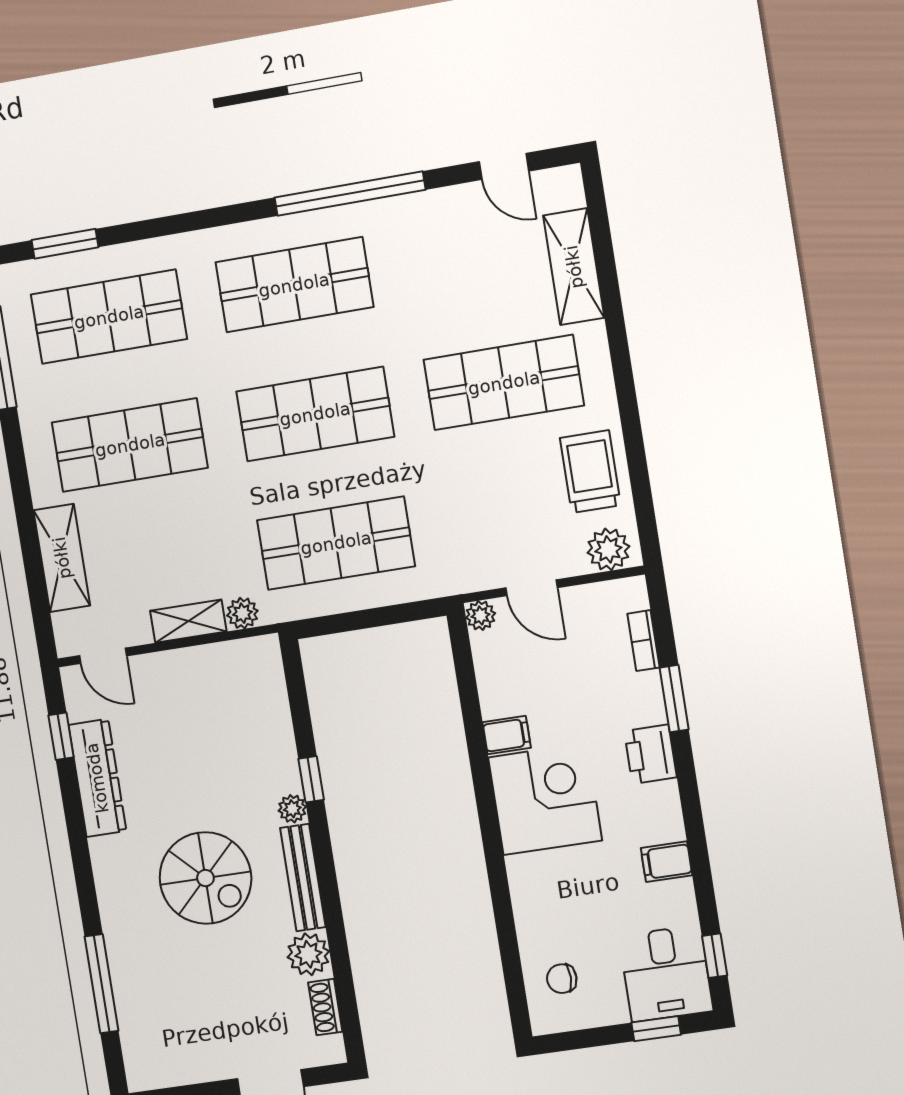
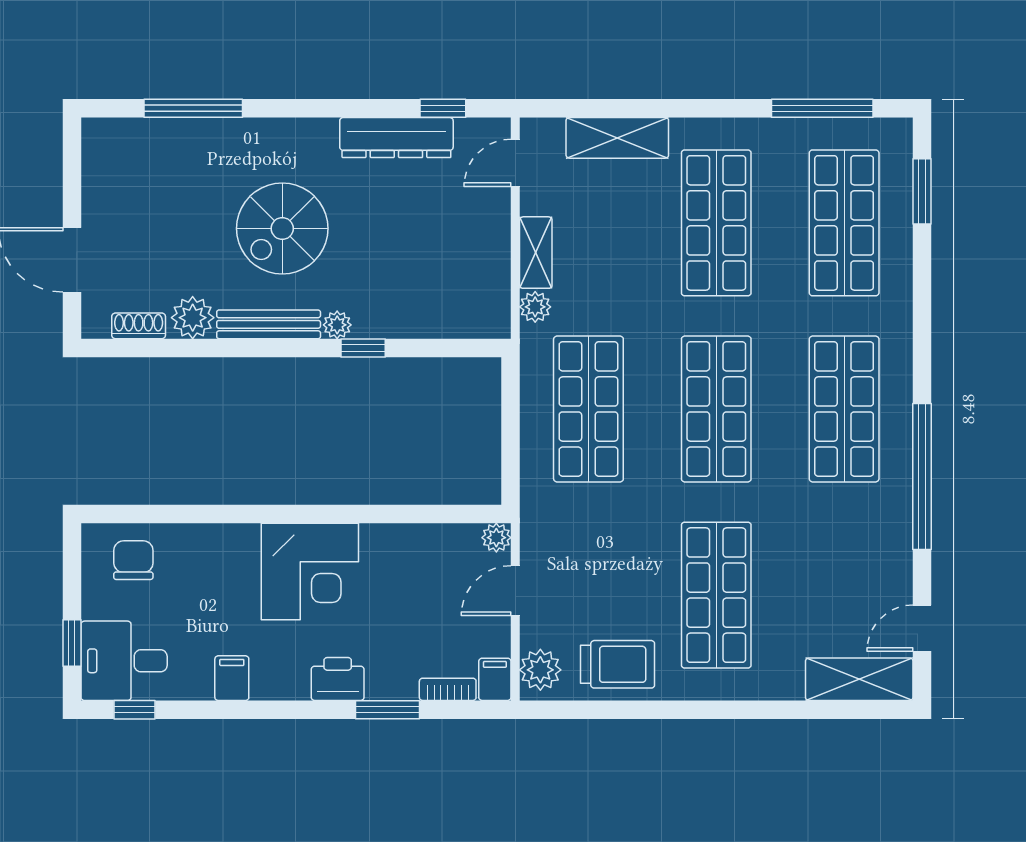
shelving: (574, 267) -> (859, 679), moved
filing cabinet: (507, 735) -> (495, 679), moved, turned 180
chair: (562, 979) -> (133, 560), width x1.37, depth x1.37

